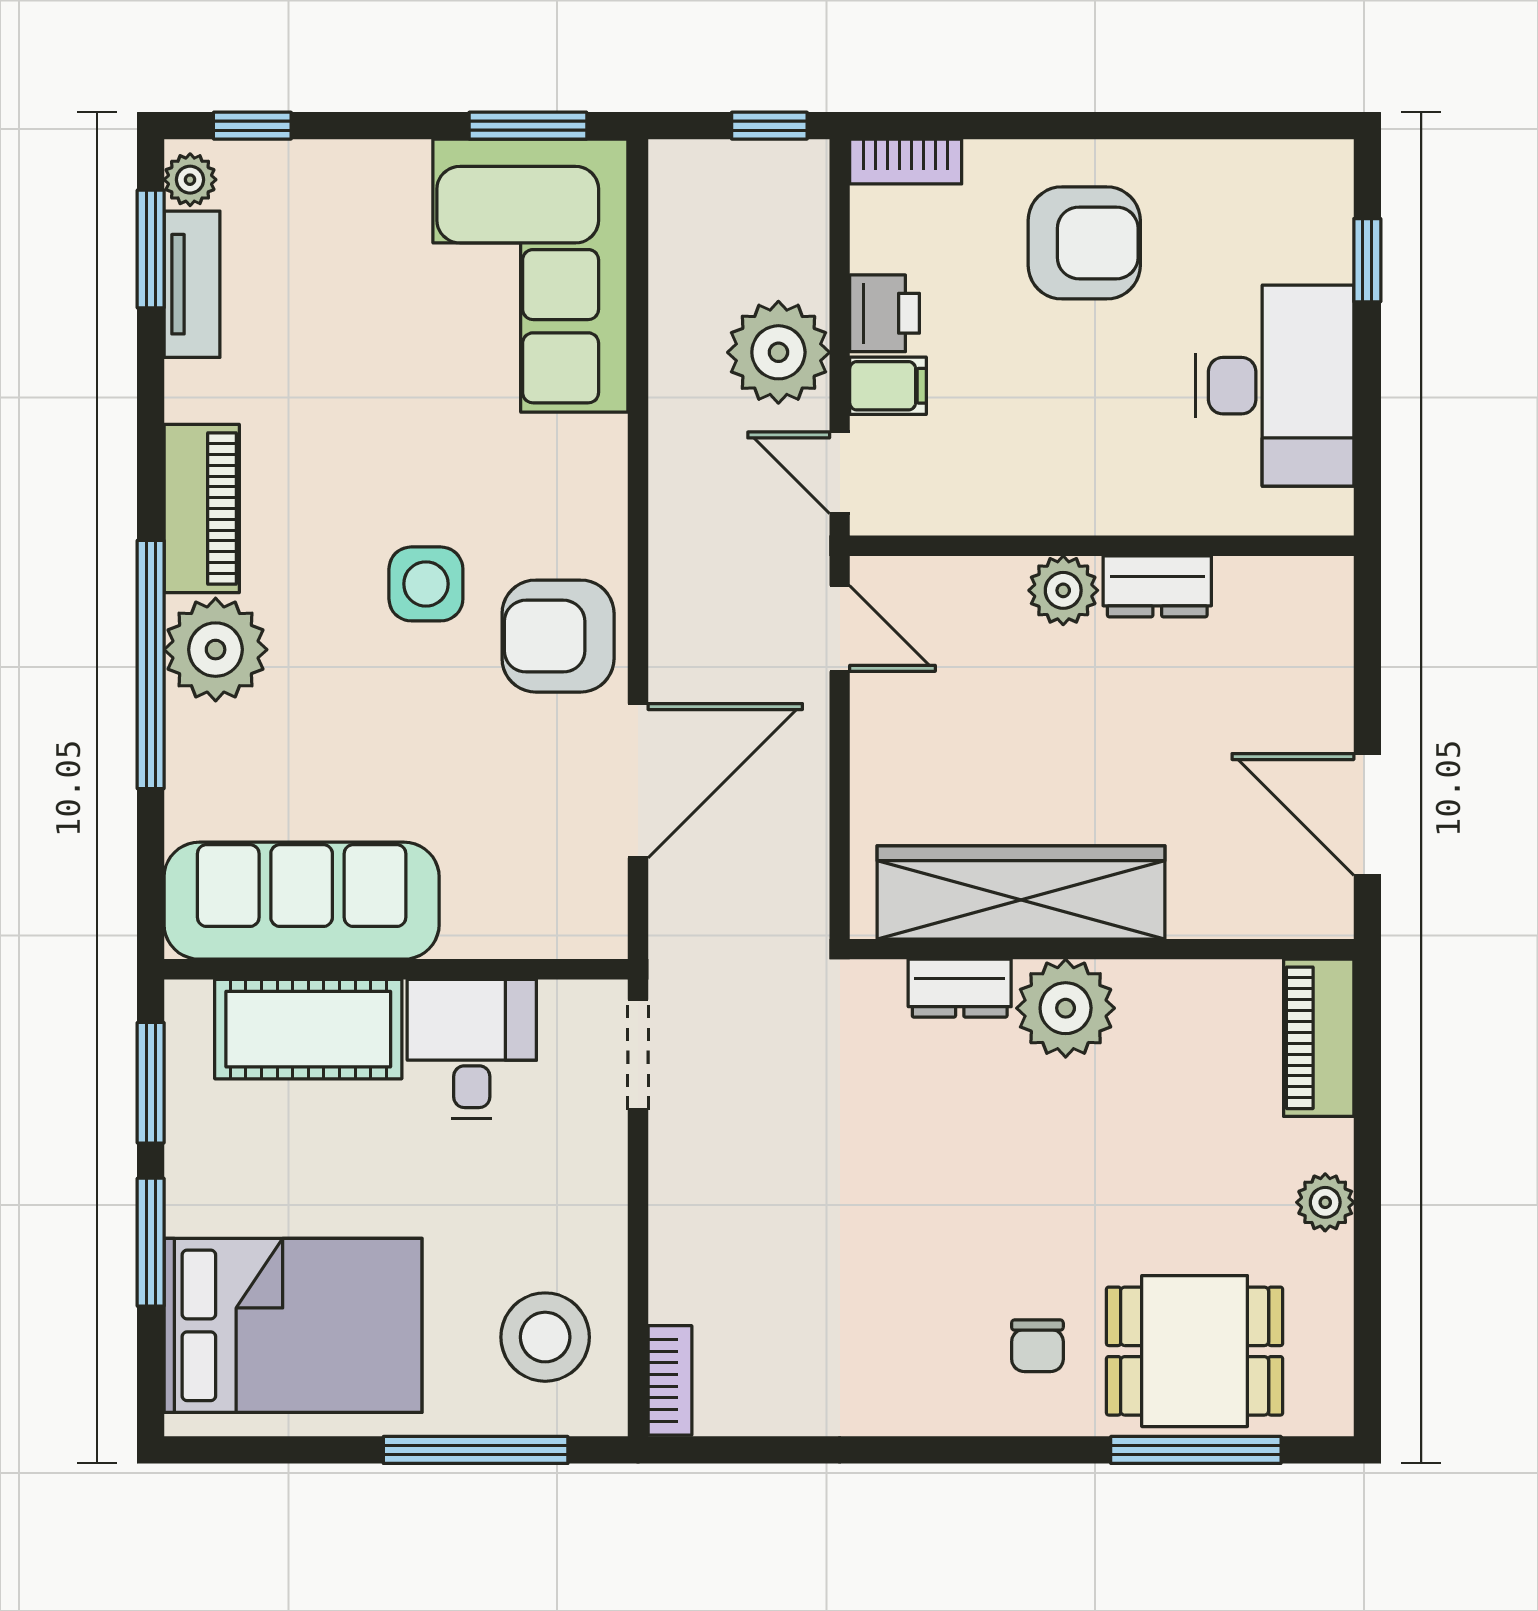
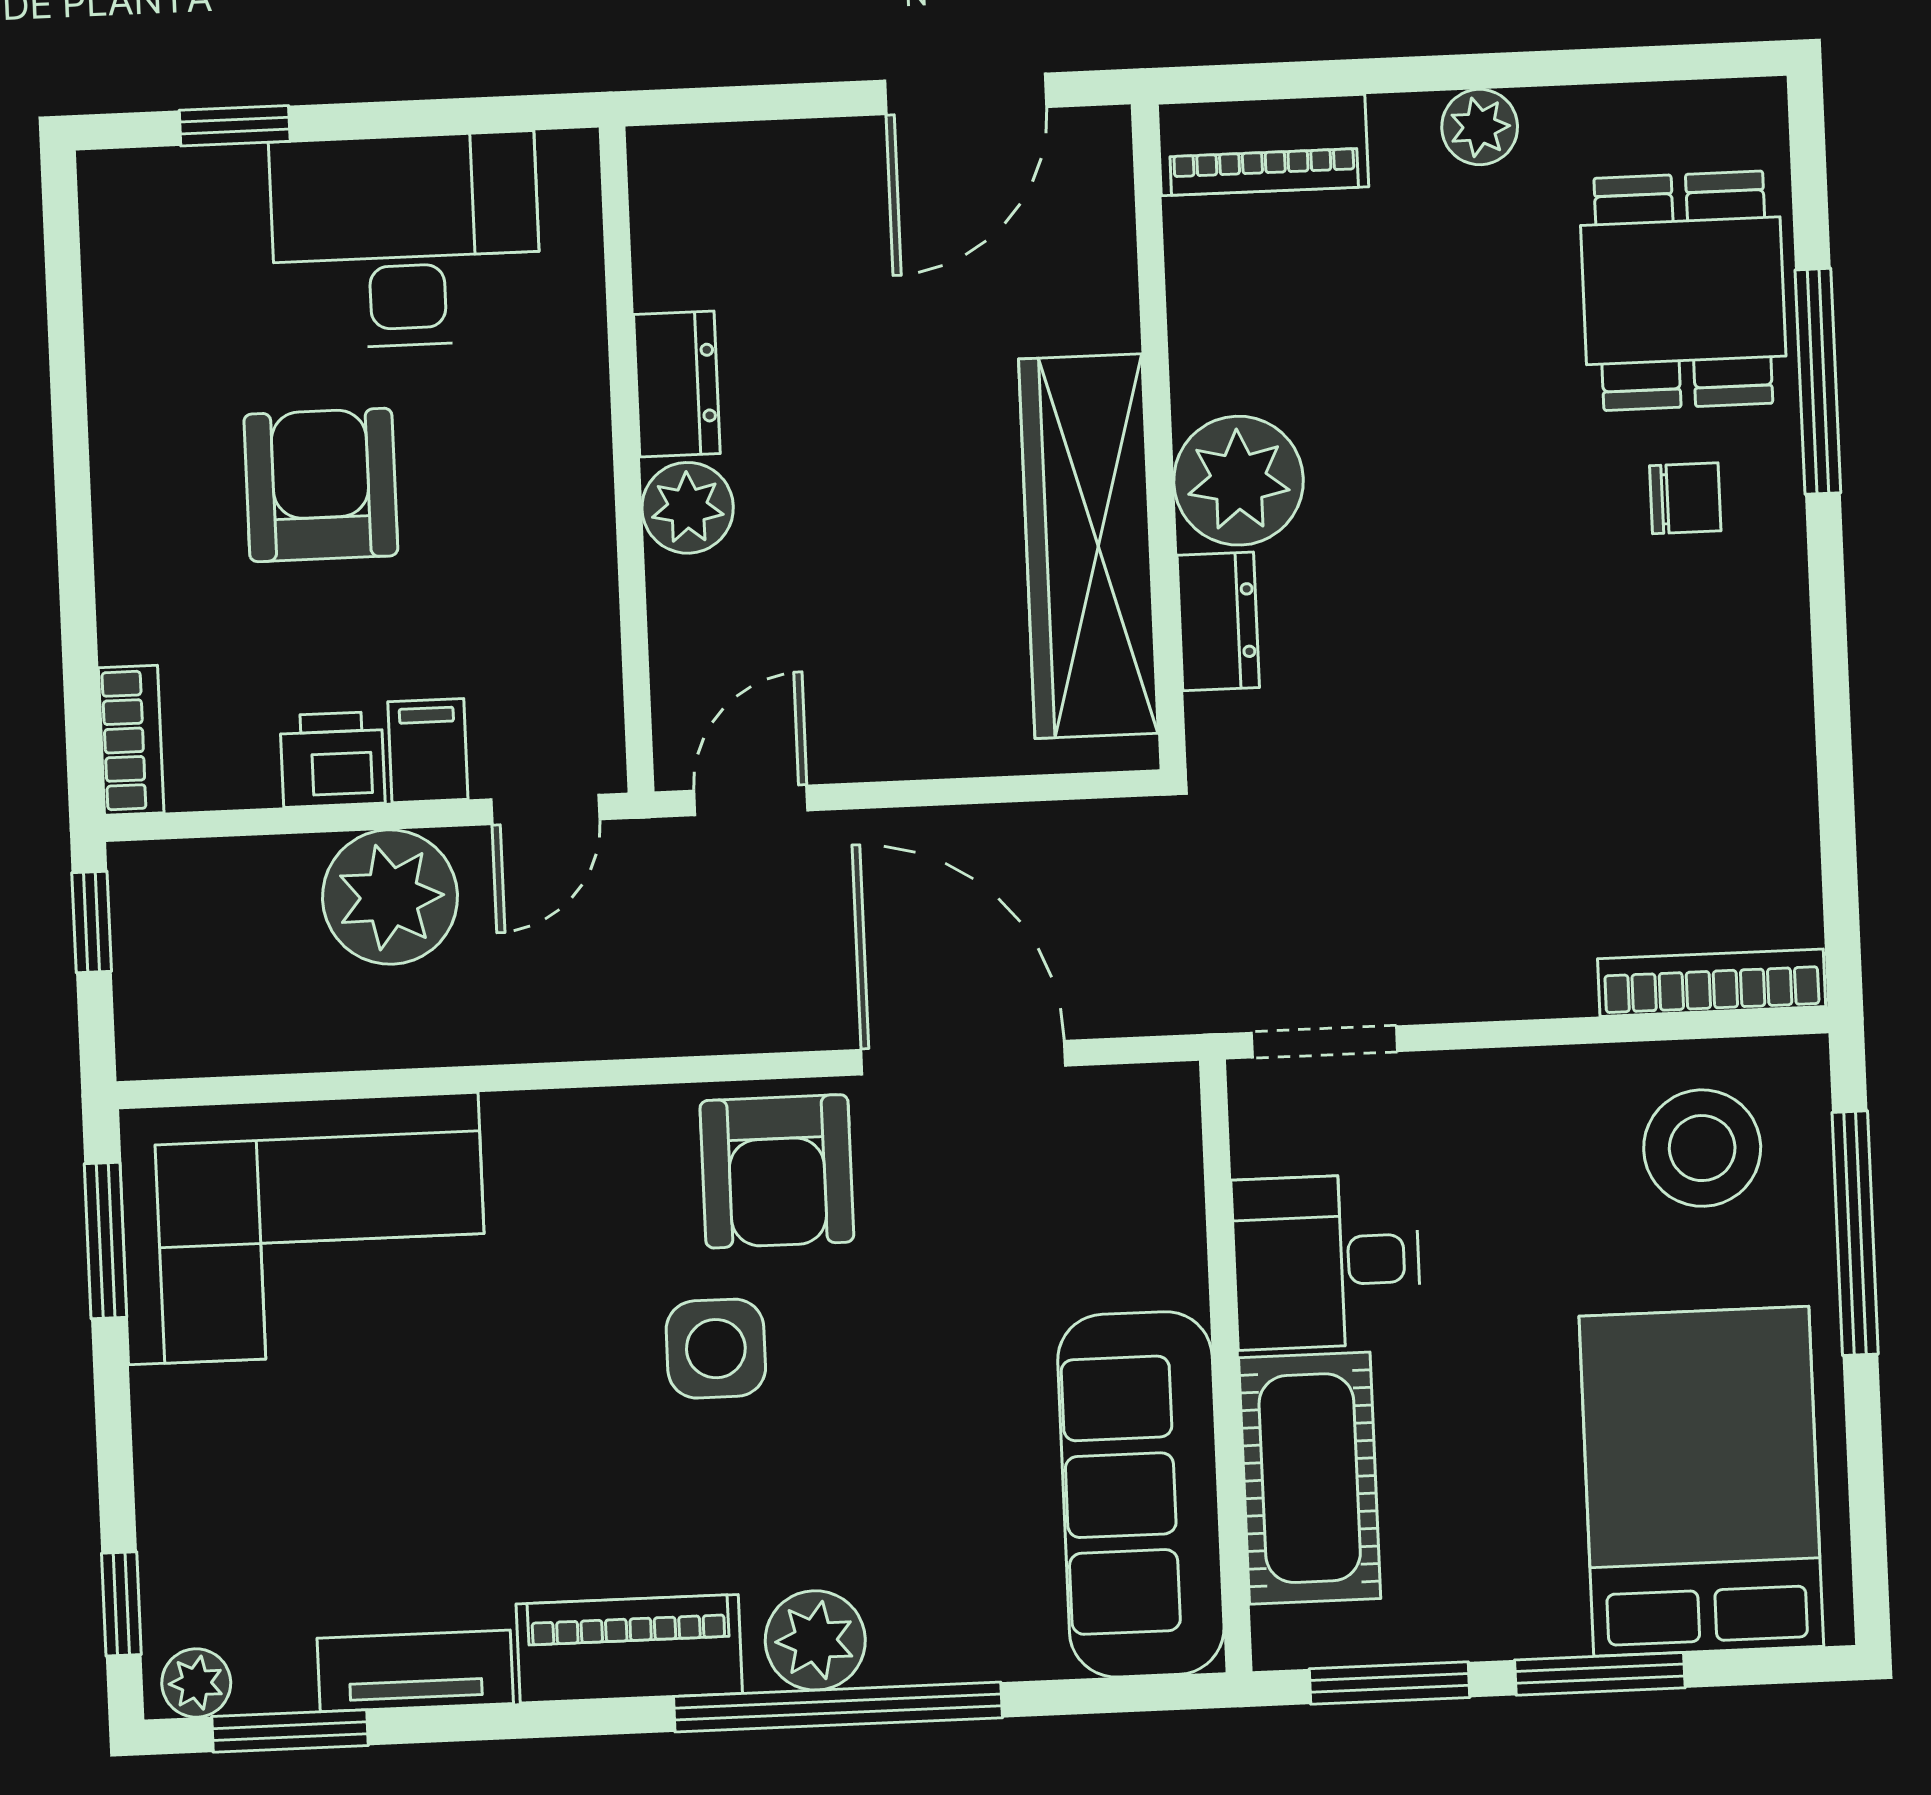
armchair: (1084, 243) -> (321, 485), moved
tv unit: (192, 284) -> (415, 1671), moved
plant: (216, 650) -> (815, 1640), width x0.73, depth x0.73
bookcase: (670, 1380) -> (1712, 983), width x1.56
window: (1196, 1450) -> (1818, 381), moved

